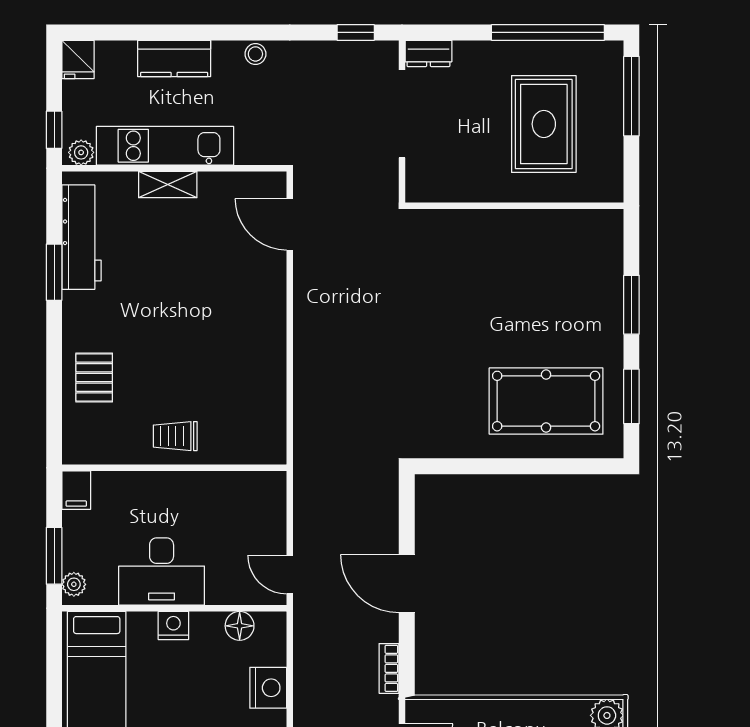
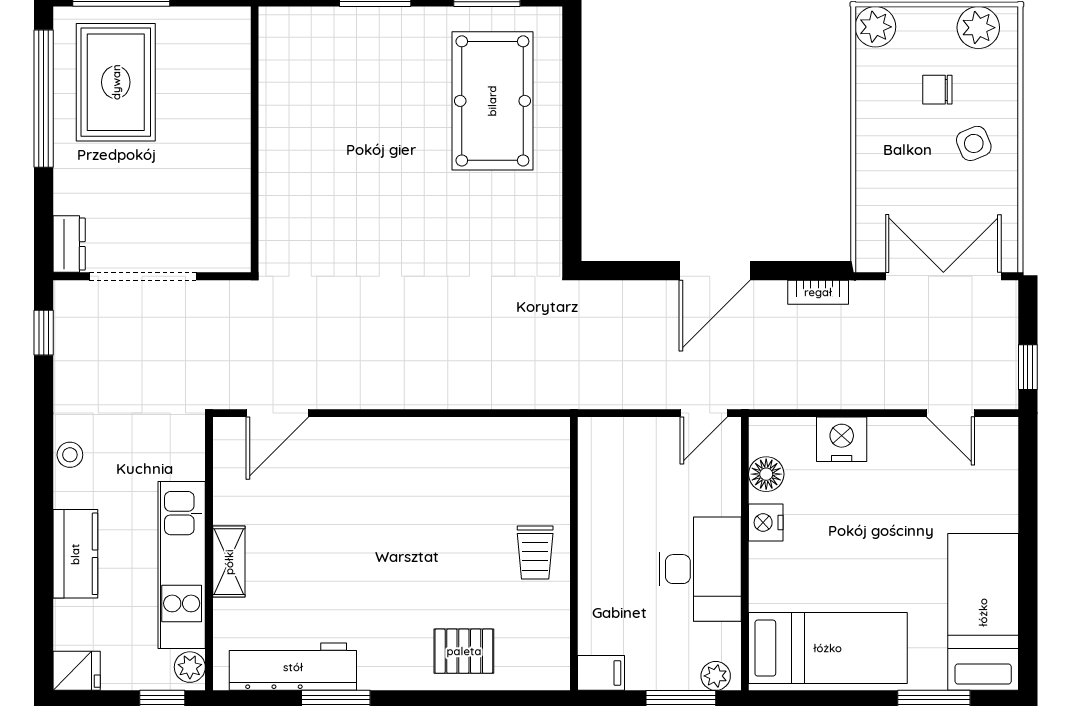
rug: (544, 124) -> (116, 82), moved, turned 90
nightstand: (173, 625) -> (766, 523), moved

